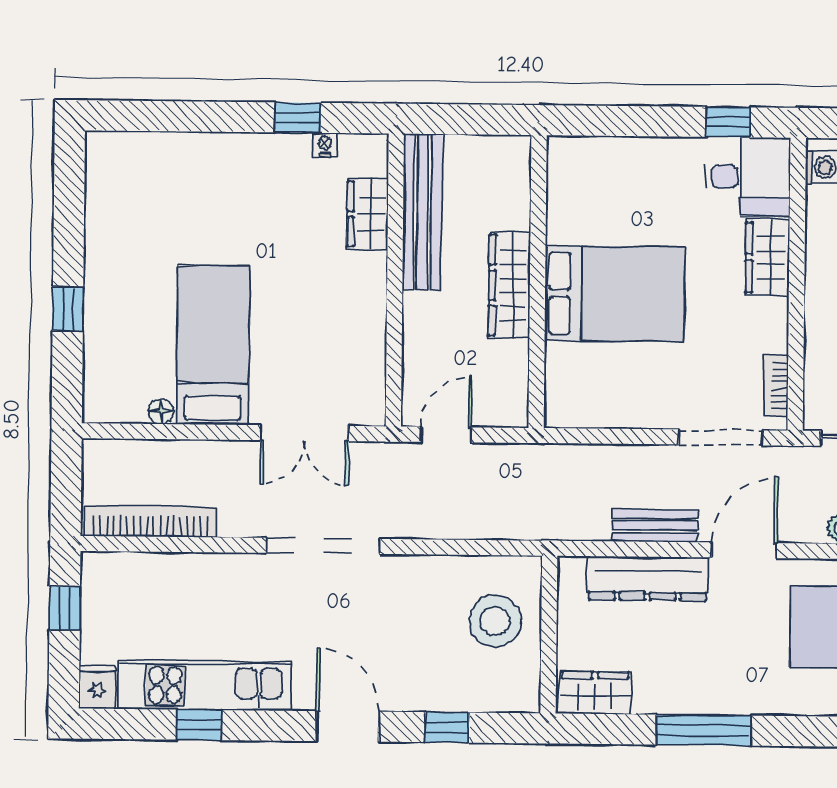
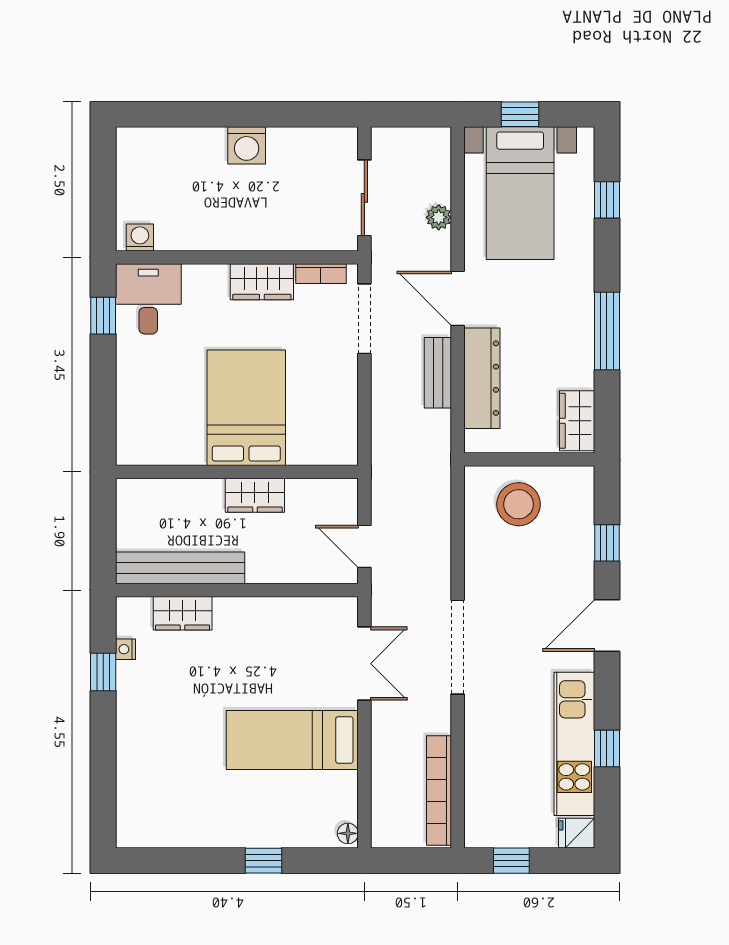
wardrobe: (767, 257) -> (262, 282), moved
wardrobe: (509, 285) -> (255, 495), width x0.67
floor lamp: (161, 412) -> (348, 833), moved

